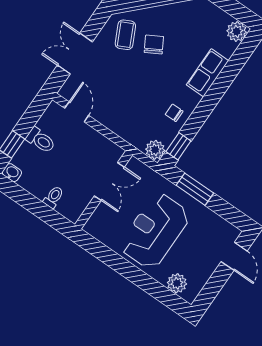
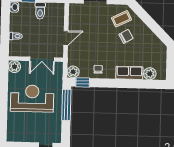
plant: (237, 31) -> (150, 74), moved
door: (77, 112) -> (66, 38), moved
window: (195, 189) -> (66, 105), width x1.44
plant: (177, 283) -> (14, 67), moved

